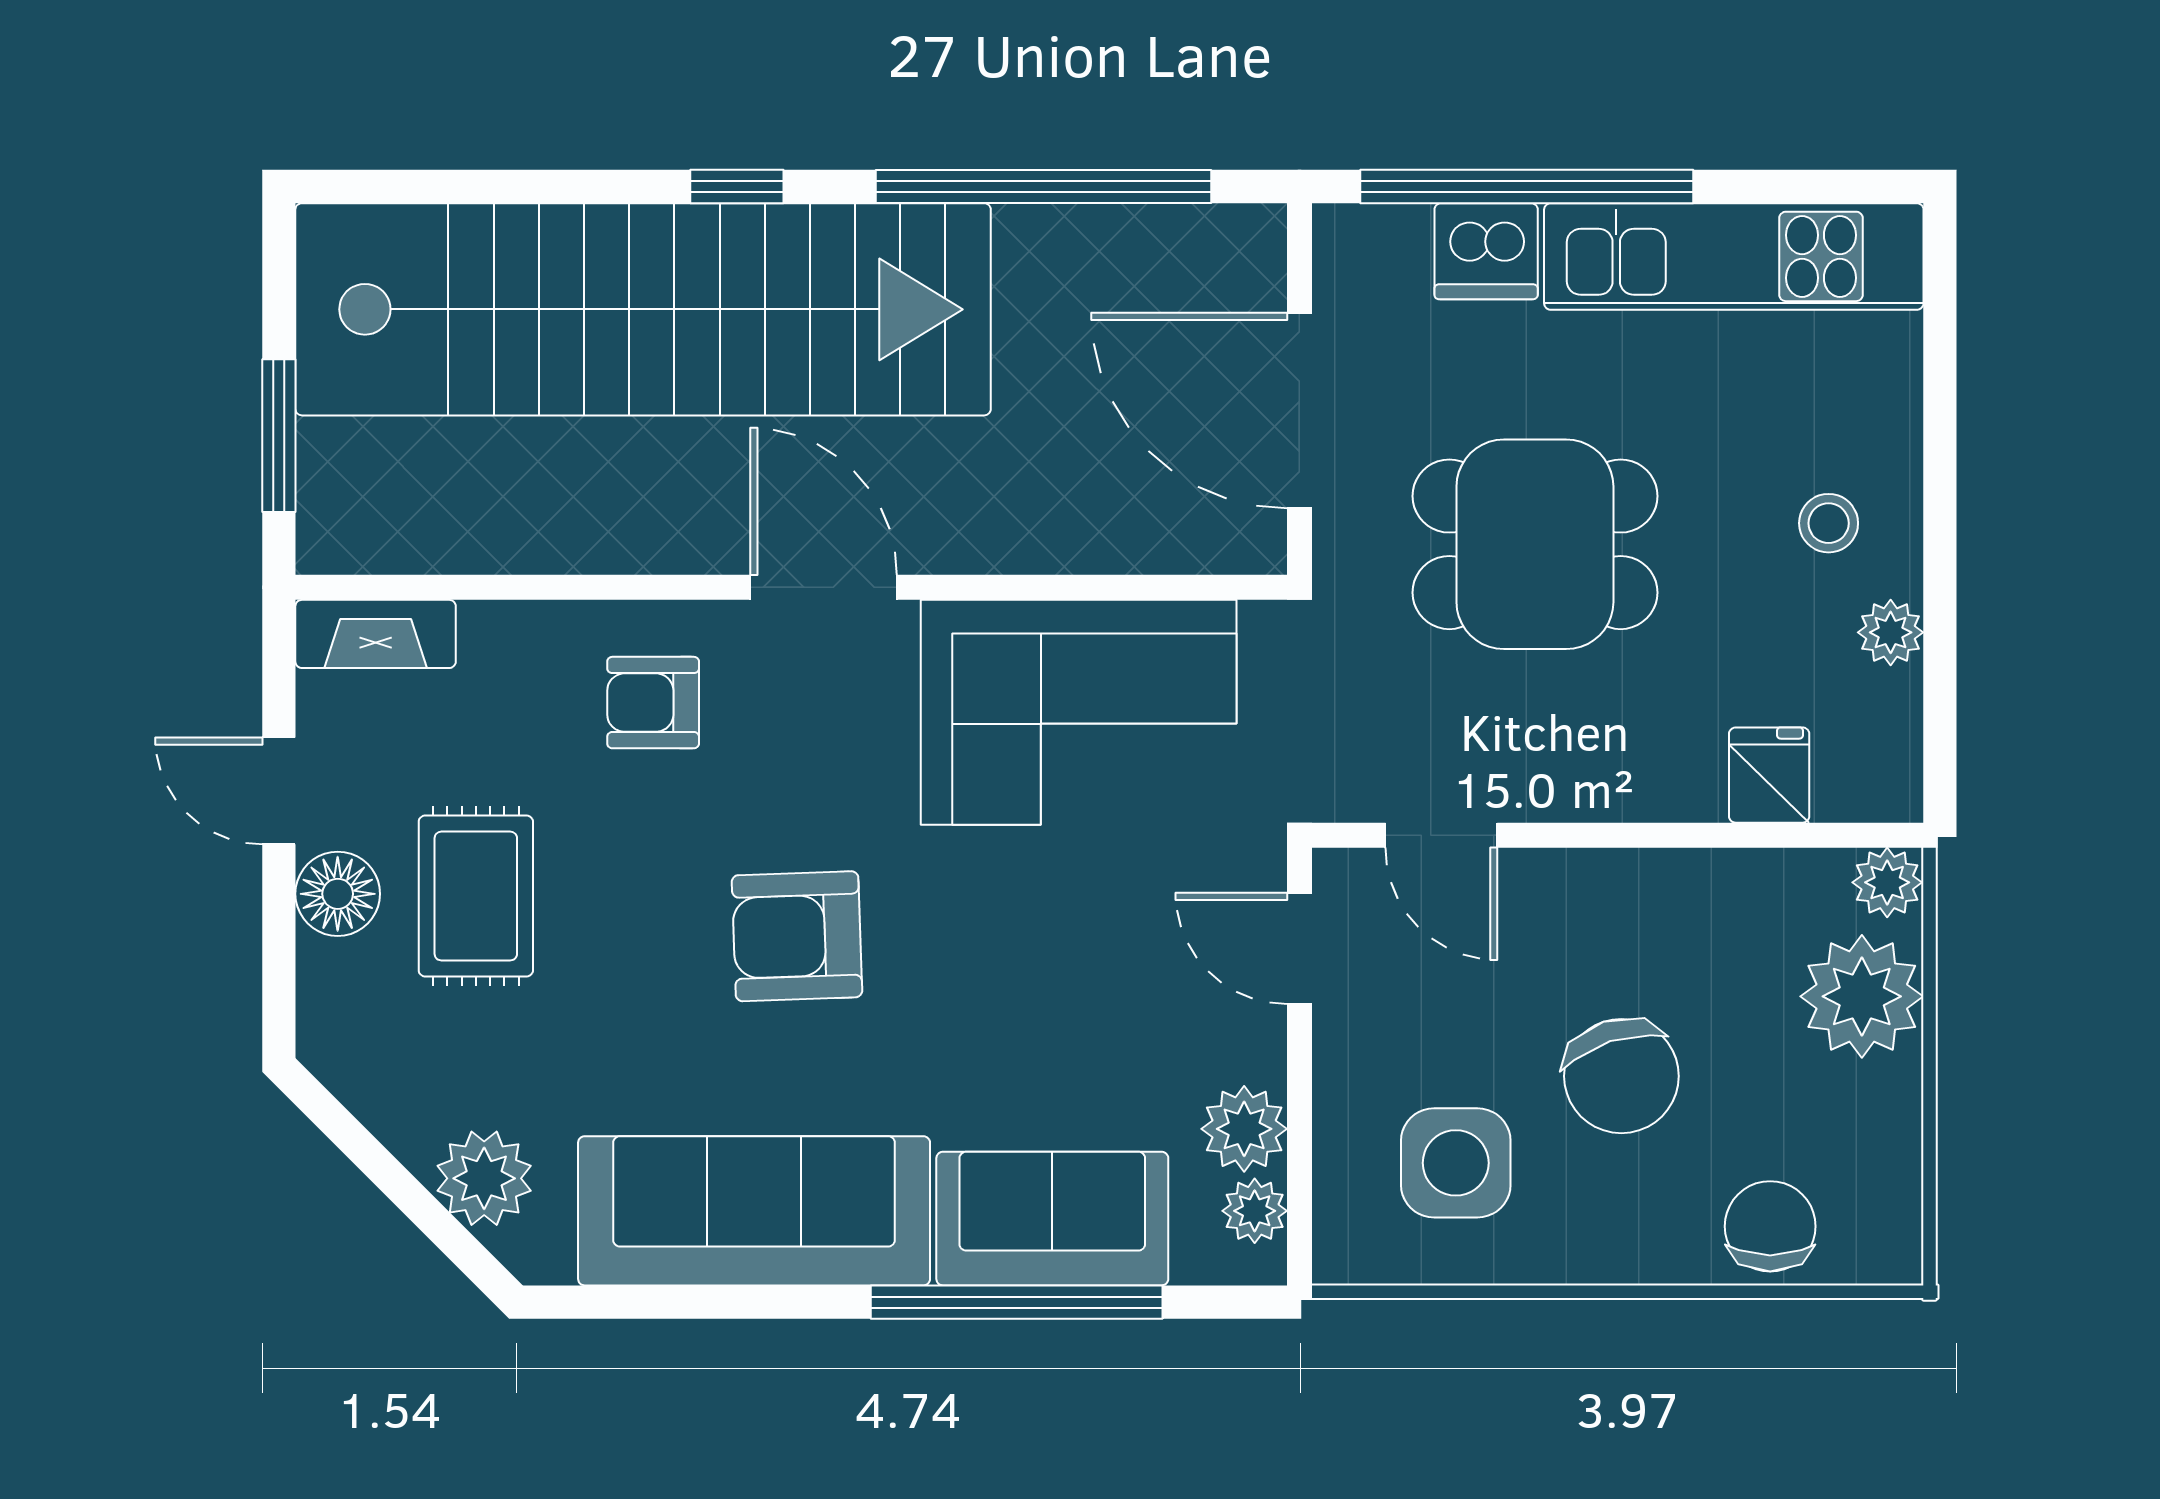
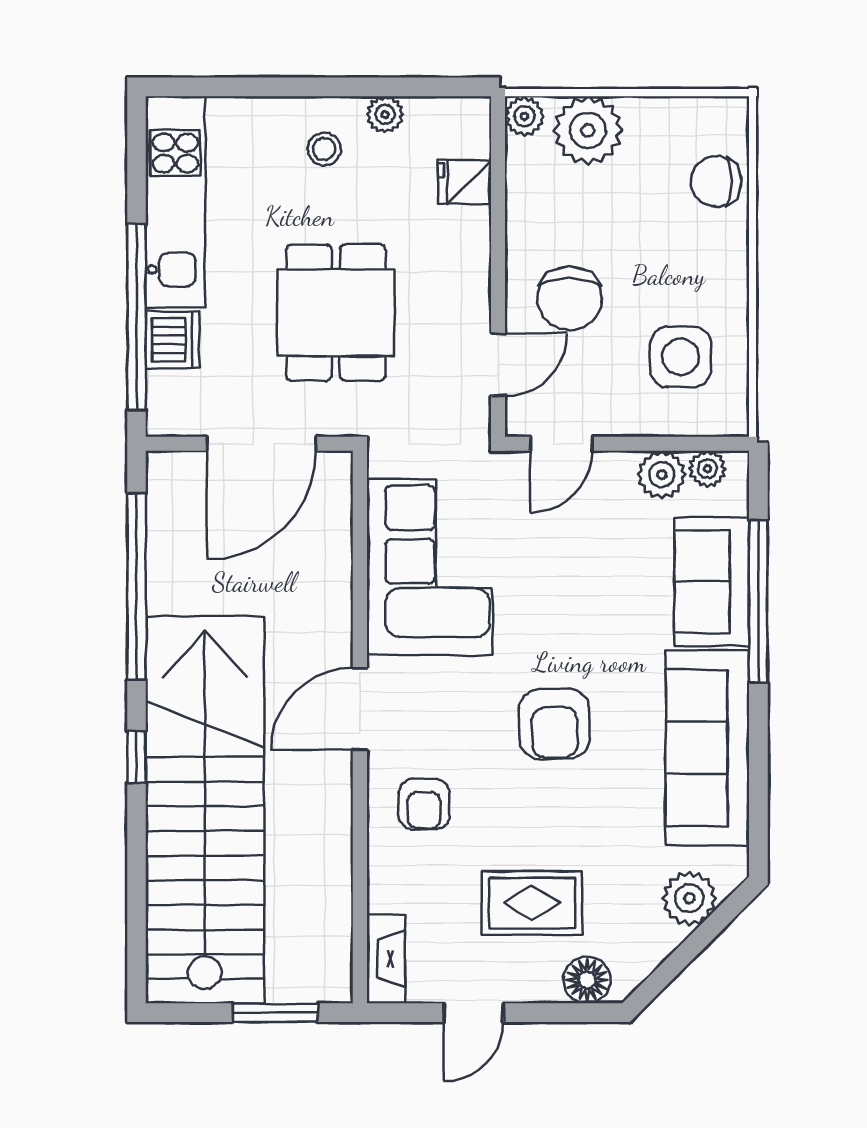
floor lamp: (338, 894) -> (587, 980), moved
chair: (1621, 1076) -> (570, 298), moved, turned 108

